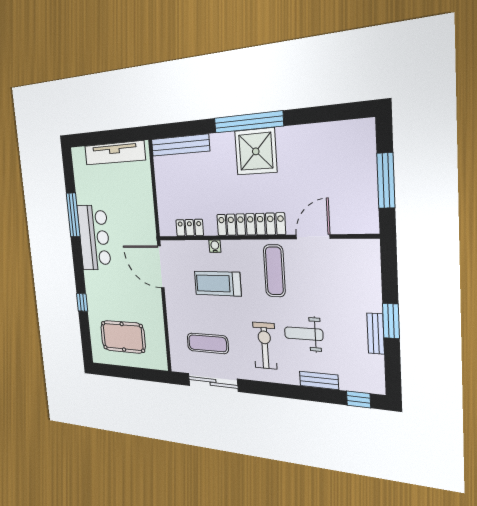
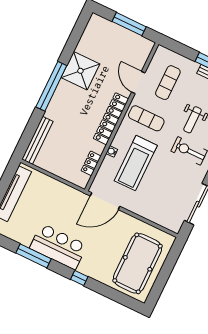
shower: (256, 151) -> (80, 71), moved
treadmill: (218, 284) -> (136, 163), width x1.37, depth x1.38
window: (82, 302) -> (79, 278), moved
pool table: (123, 337) -> (138, 263), width x1.36, depth x1.32
exercise mat: (208, 343) -> (168, 83), moved

